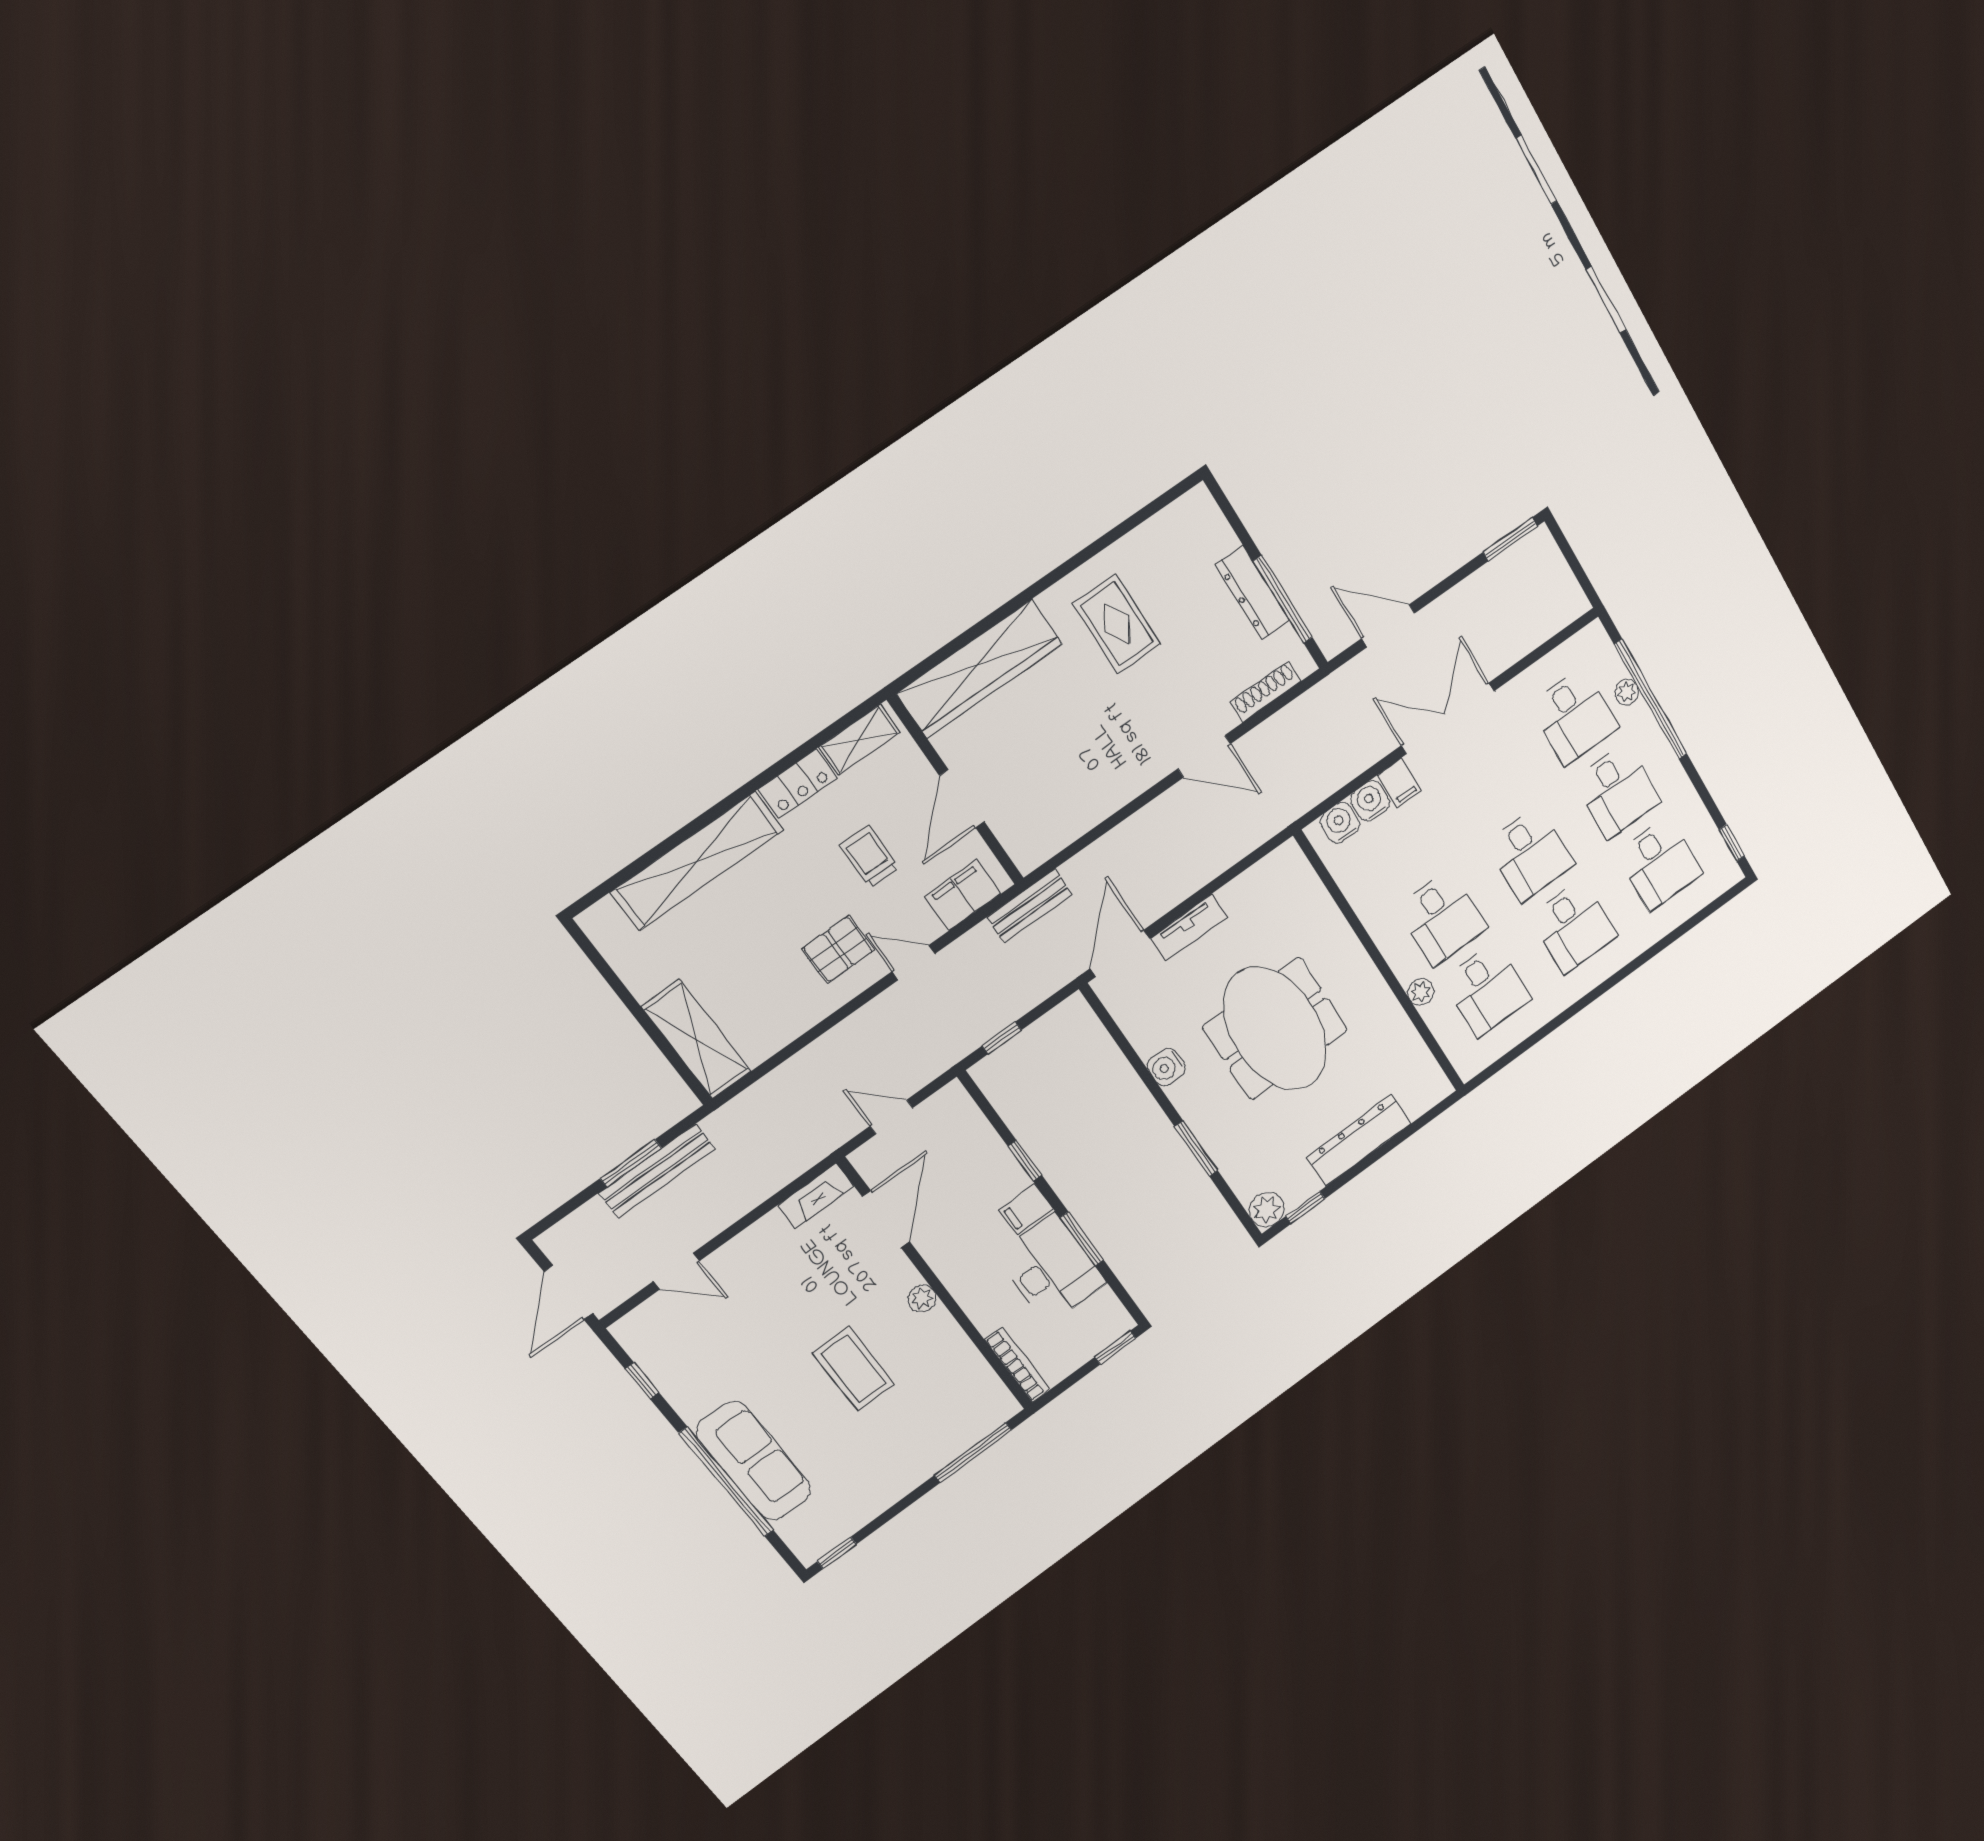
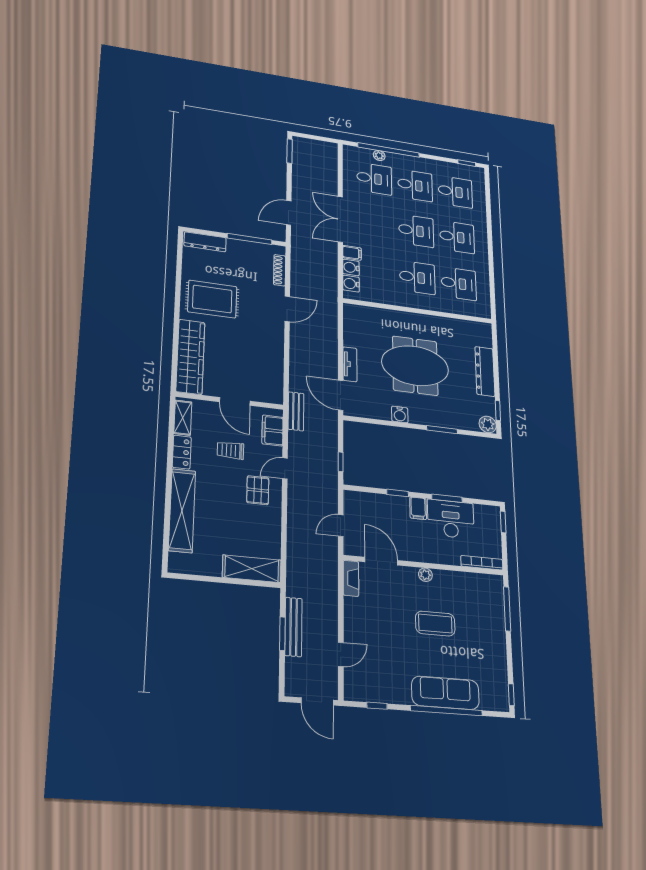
dresser: (1252, 593) -> (205, 242), moved
rug: (1117, 624) -> (212, 299), width x1.36, depth x1.43
plant: (1421, 992) -> (441, 306), removed

